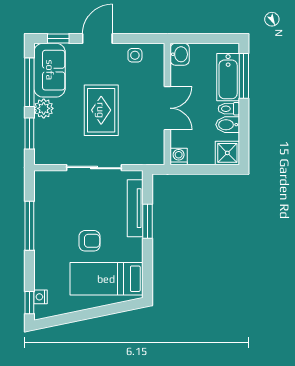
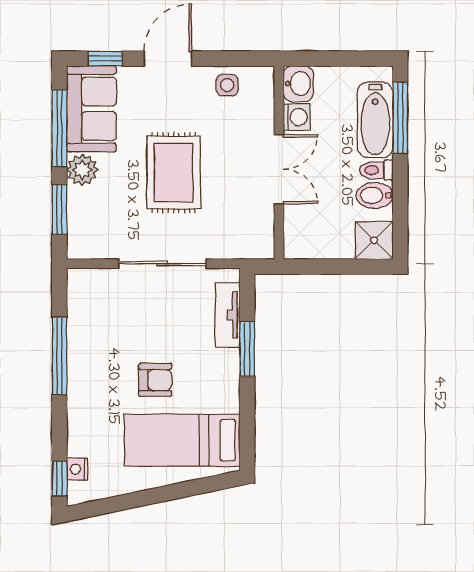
washing machine: (179, 156) -> (297, 117), moved, turned 90
tv unit: (135, 208) -> (228, 315), width x0.71

